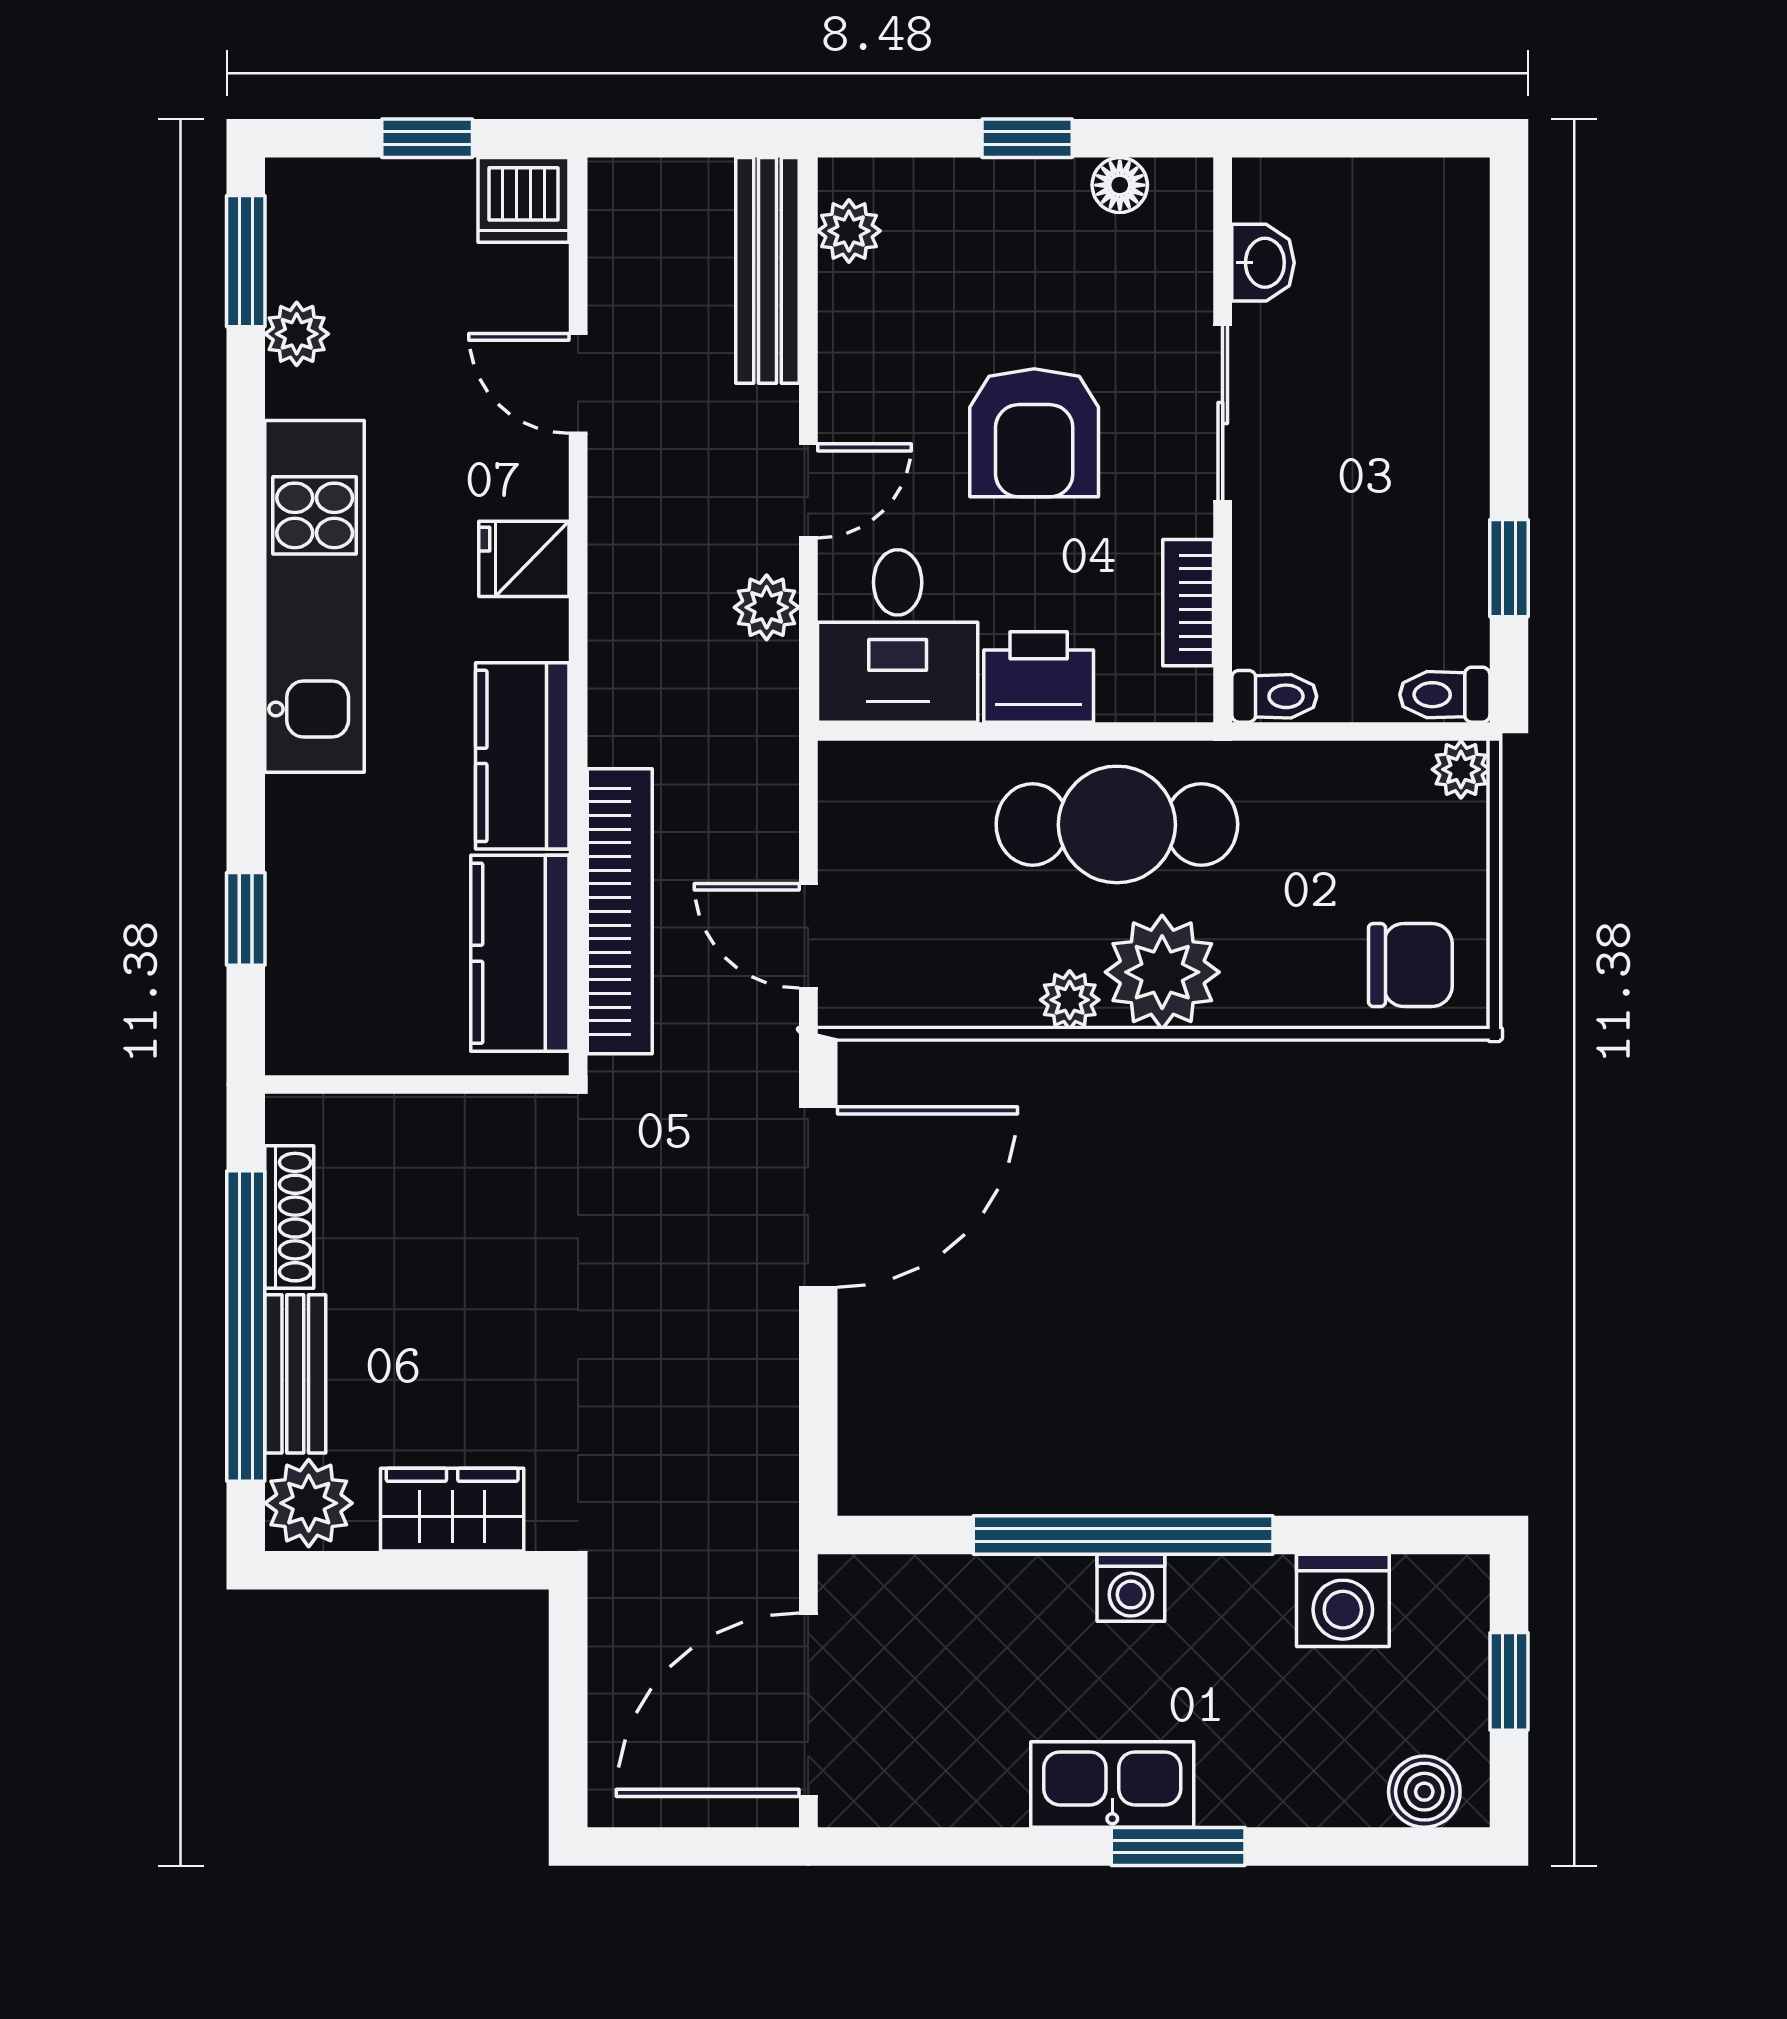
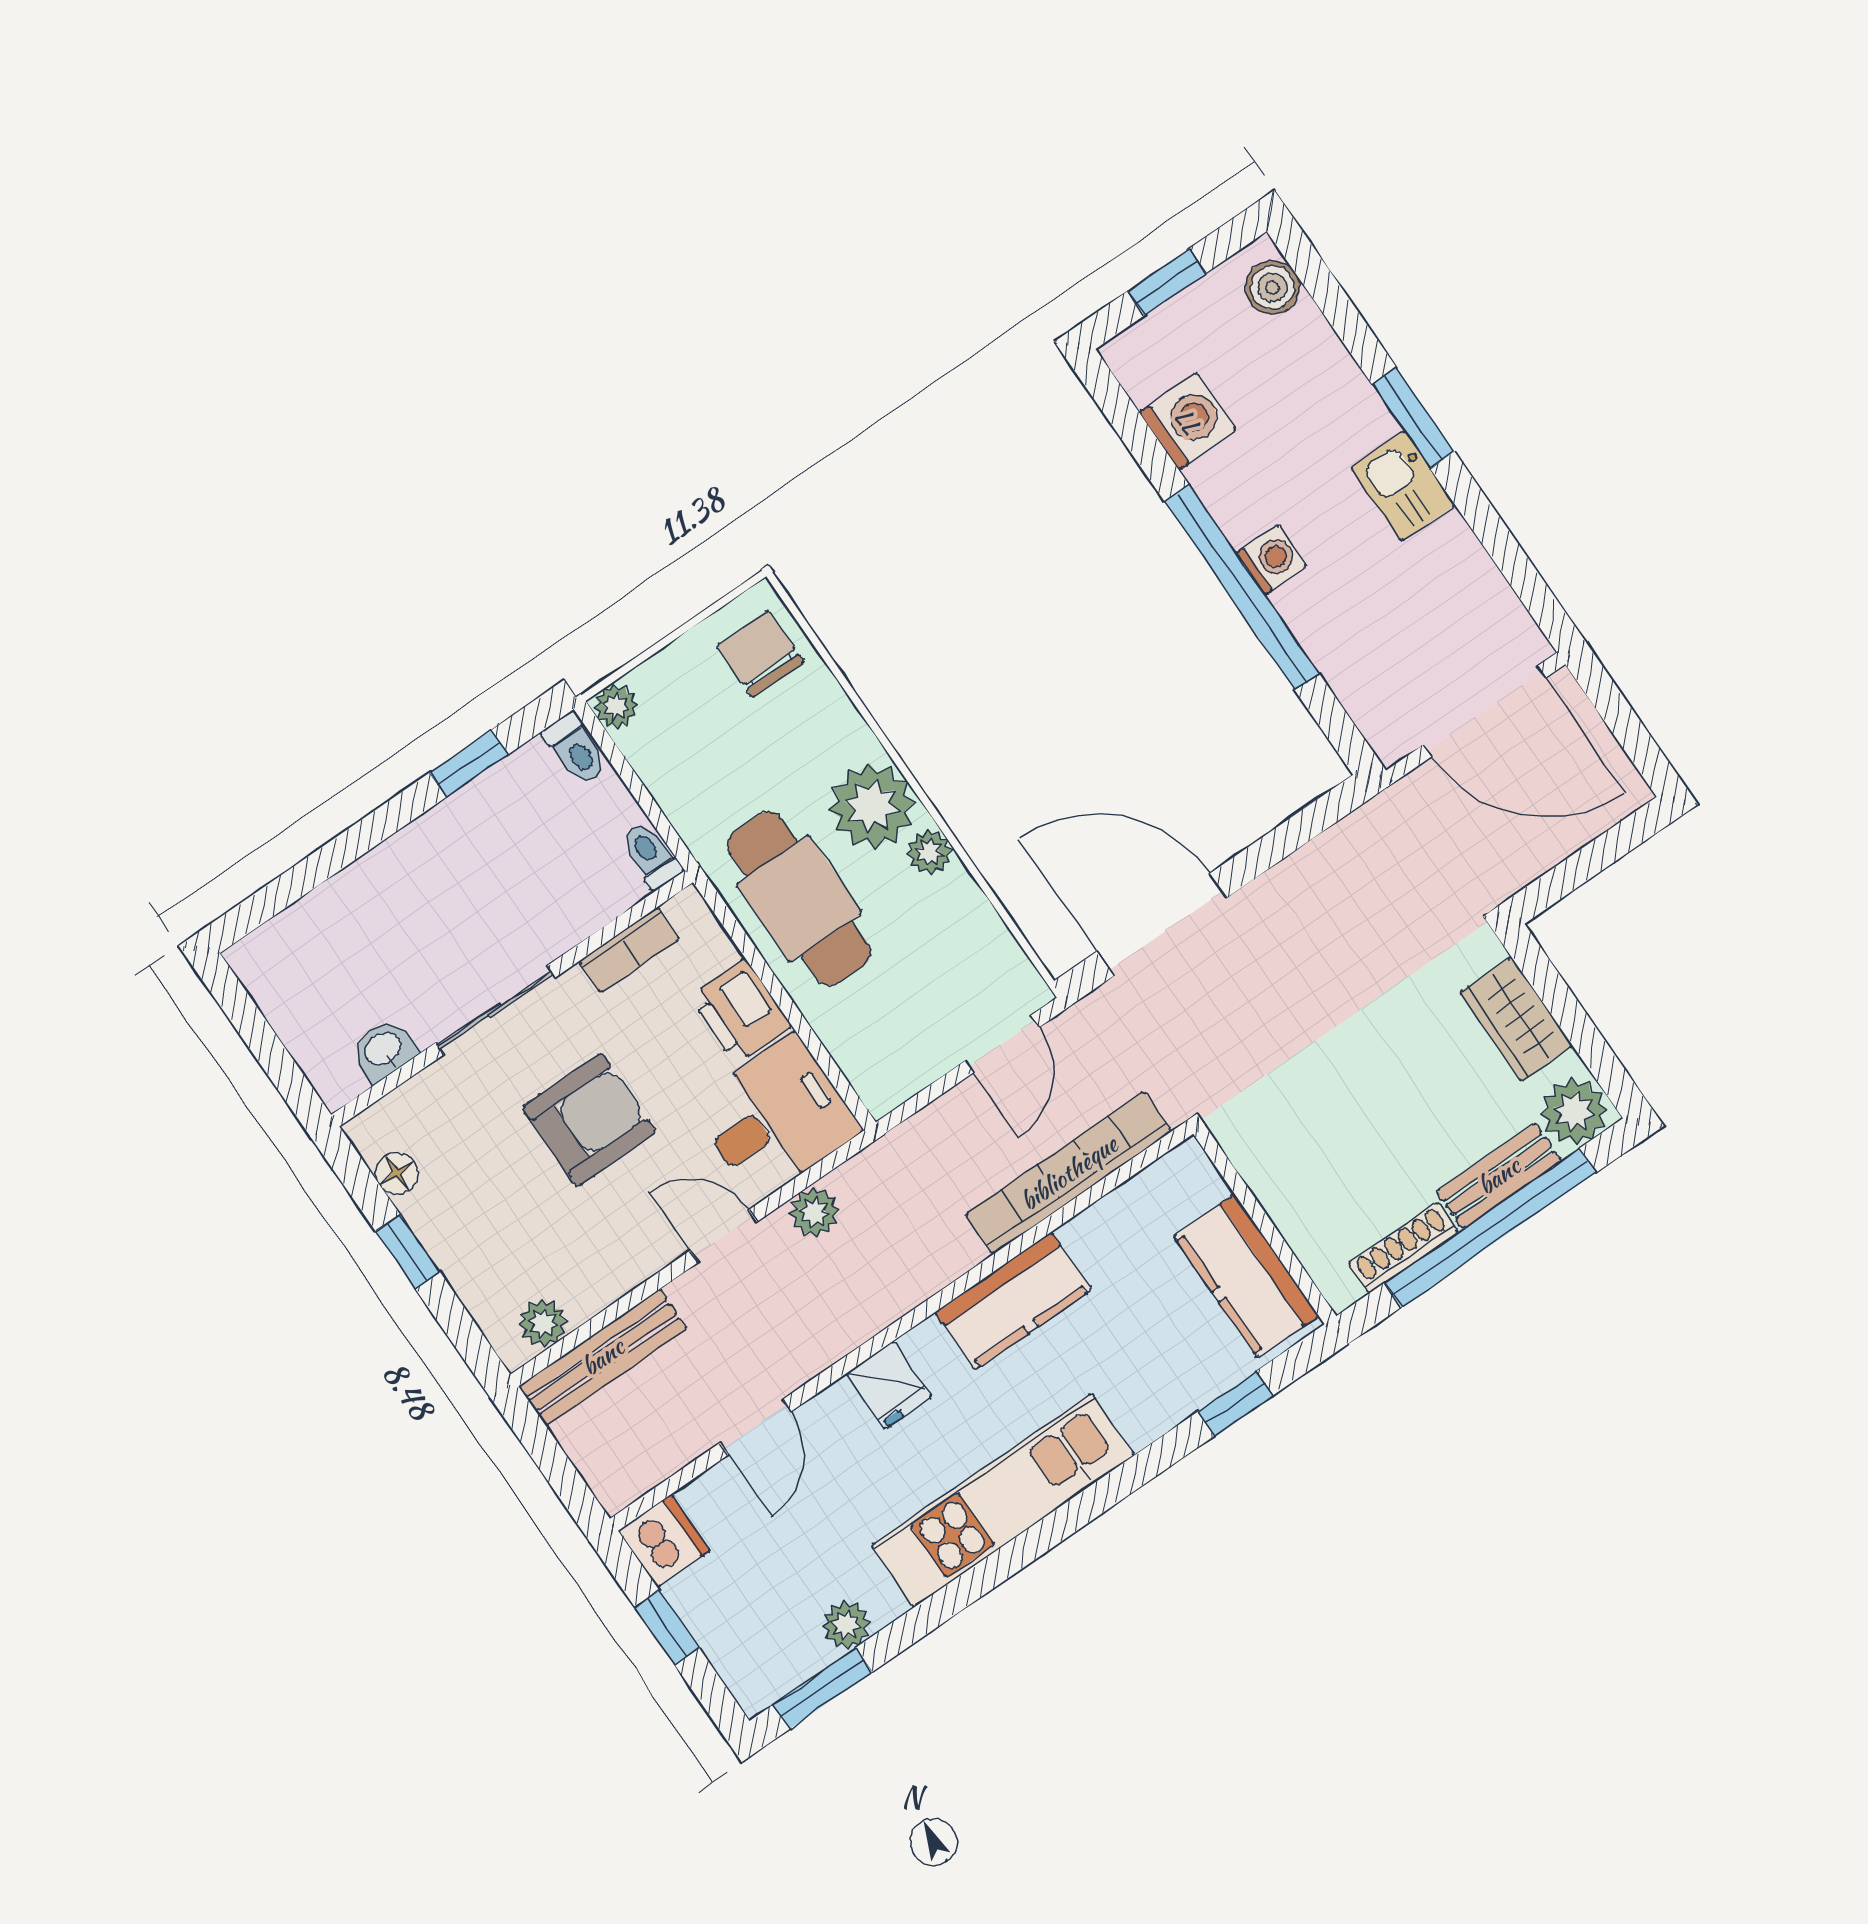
kitchen counter: (520, 953) -> (1246, 1276), moved, turned 90
kitchen sink: (1112, 1784) -> (1403, 486), width x0.73

